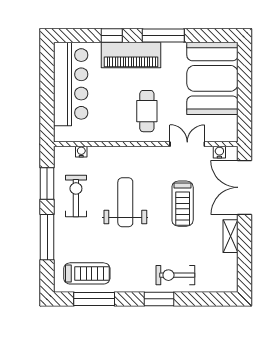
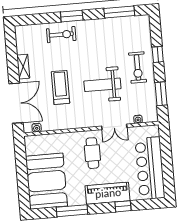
window: (163, 35) -> (72, 211), moved
double door: (187, 144) -> (114, 127), moved
exercise bike: (76, 196) -> (138, 67), moved
weight bench: (125, 202) -> (102, 85), turned 90
window: (47, 237) -> (158, 54), width x0.46
treadmill: (87, 273) -> (126, 30), removed

